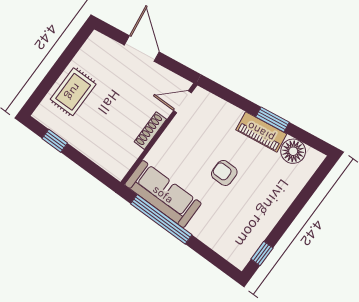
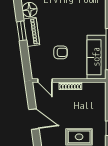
door: (142, 49) -> (34, 119), swing flipped
armchair: (224, 173) -> (61, 52), moved, turned -90

